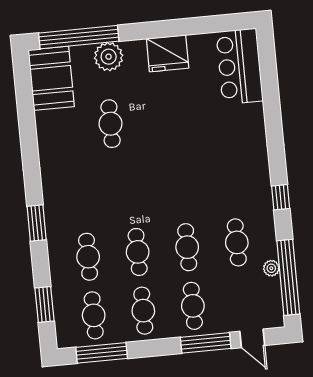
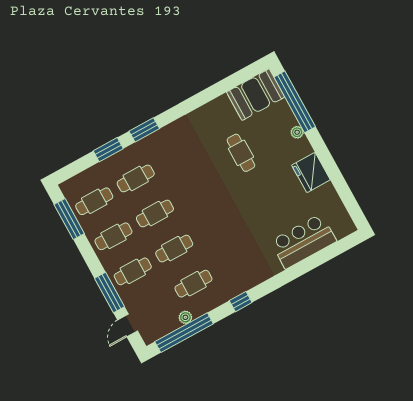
plant: (109, 57) -> (297, 132), width x0.53, depth x0.53
bar counter: (240, 66) -> (303, 241), moved
cafe table: (111, 124) -> (241, 153), turned 90
window: (45, 305) -> (108, 150), moved

